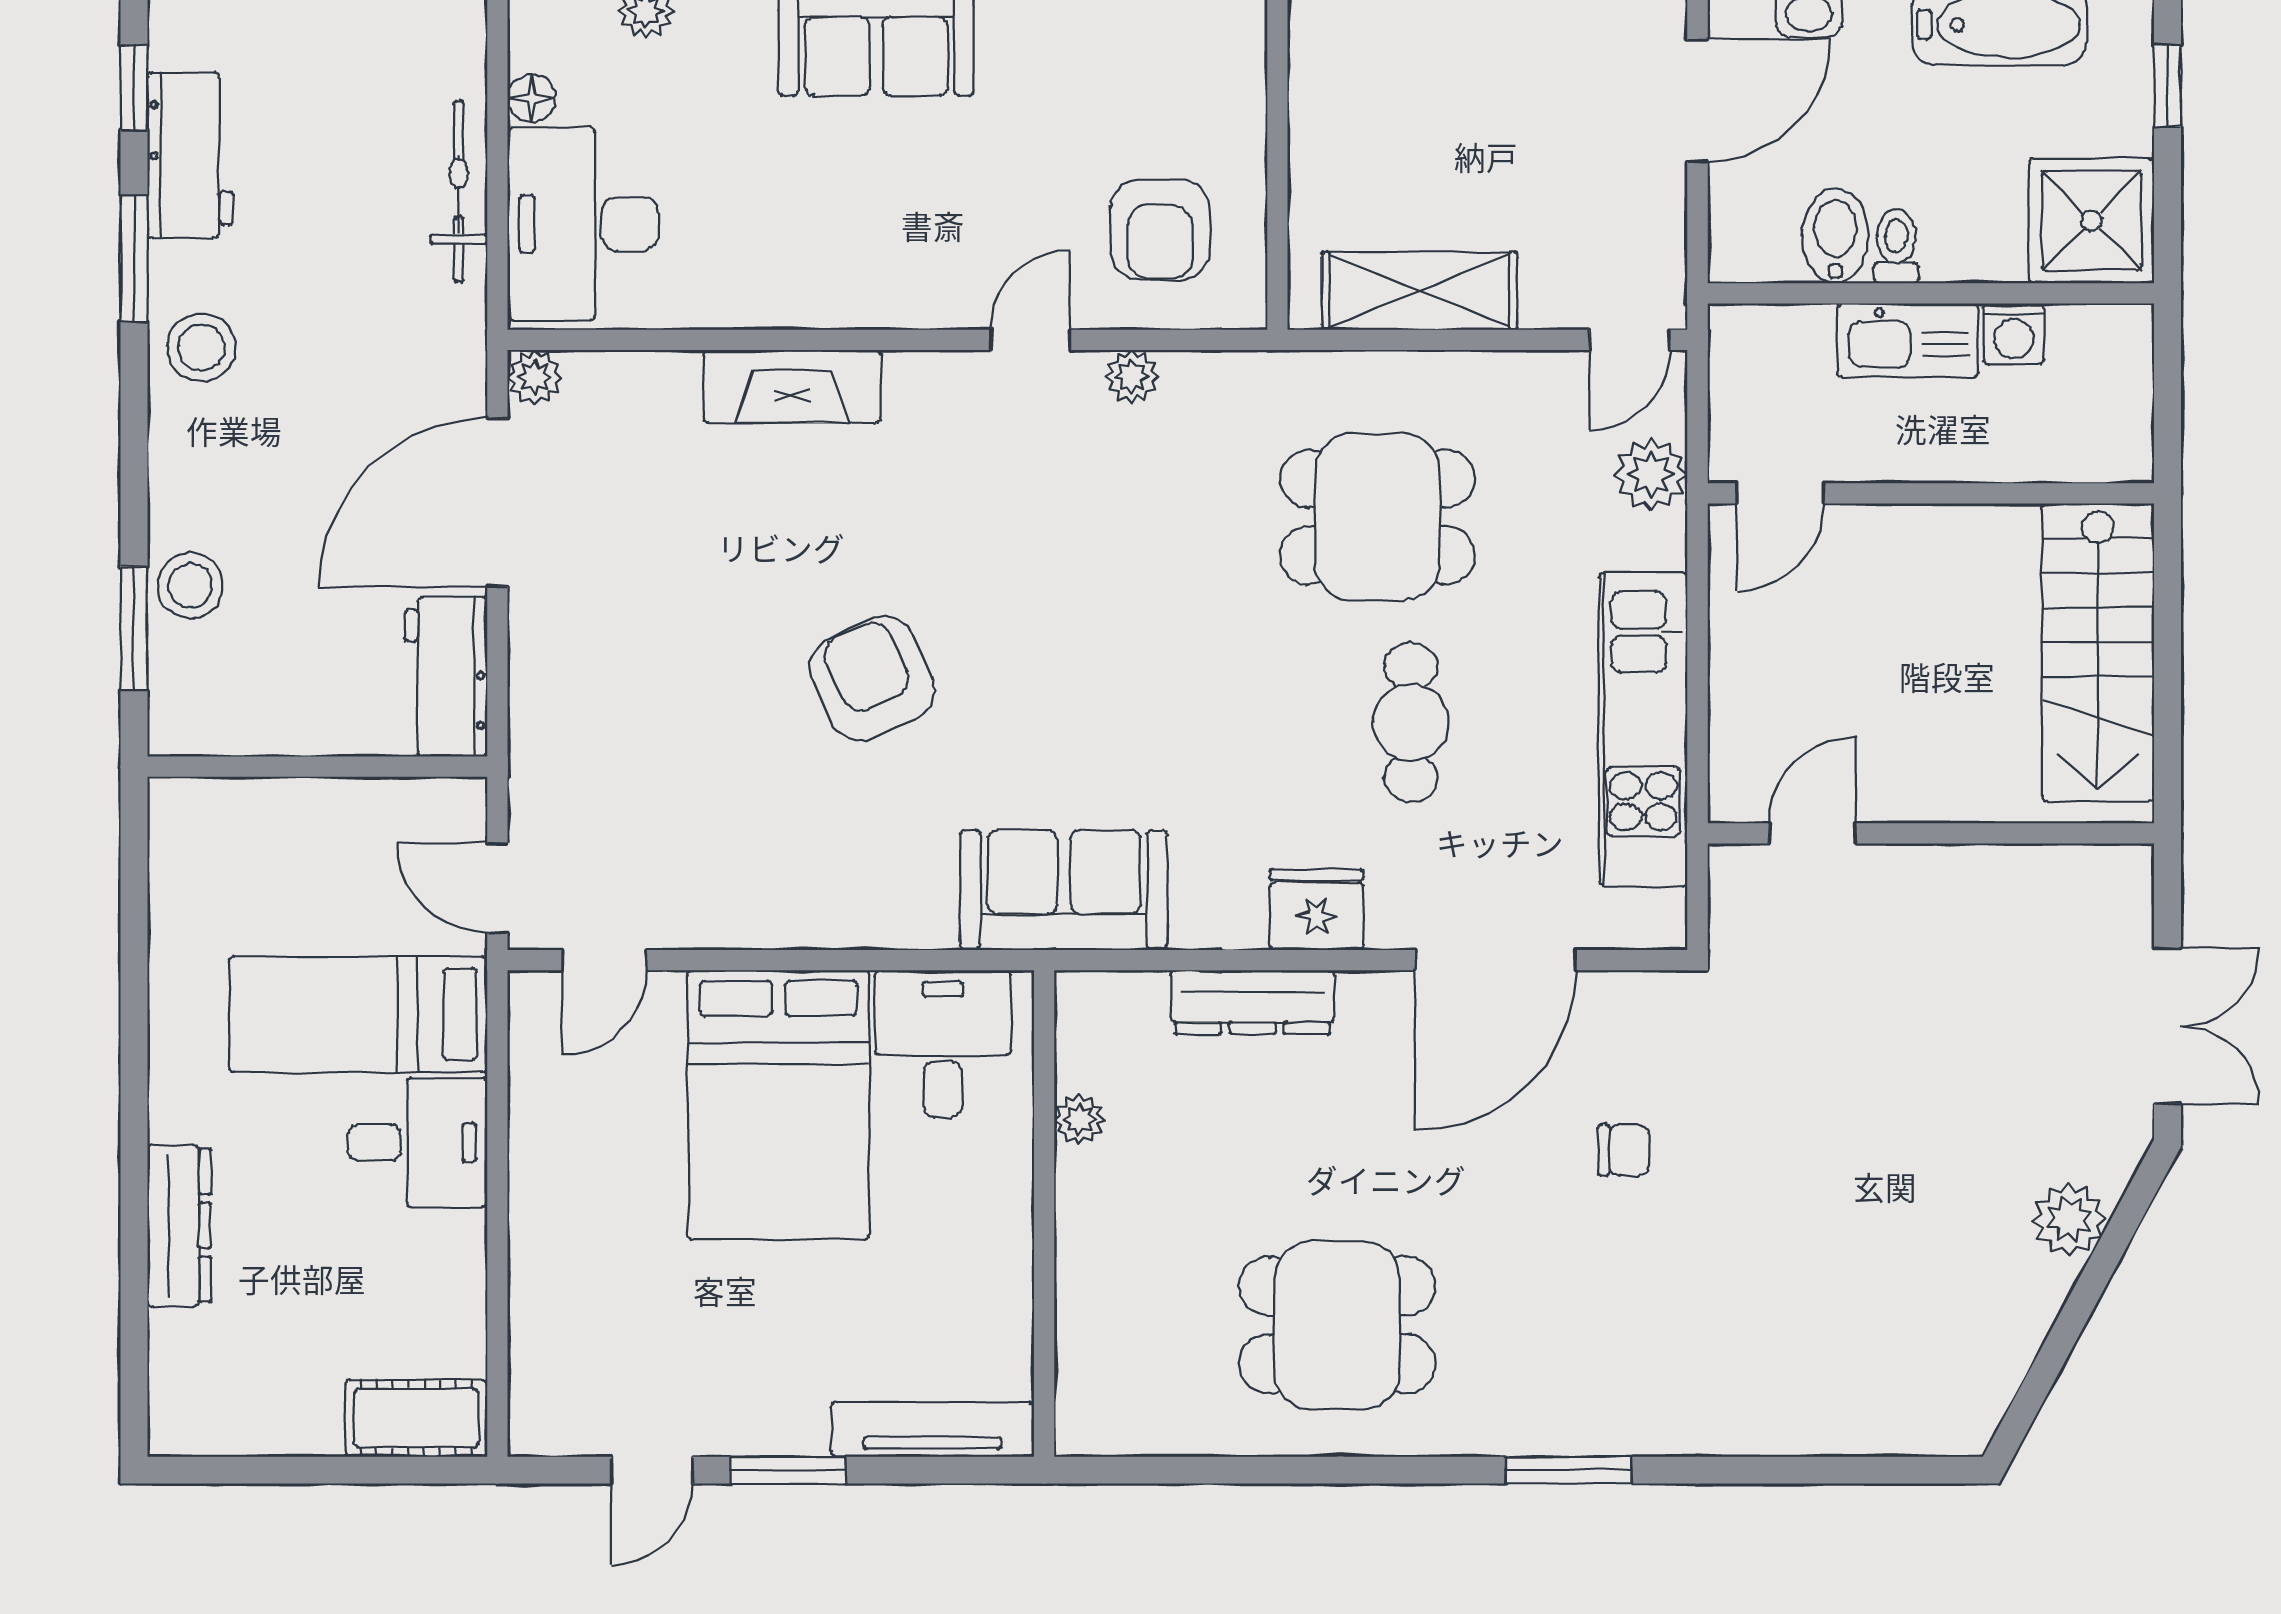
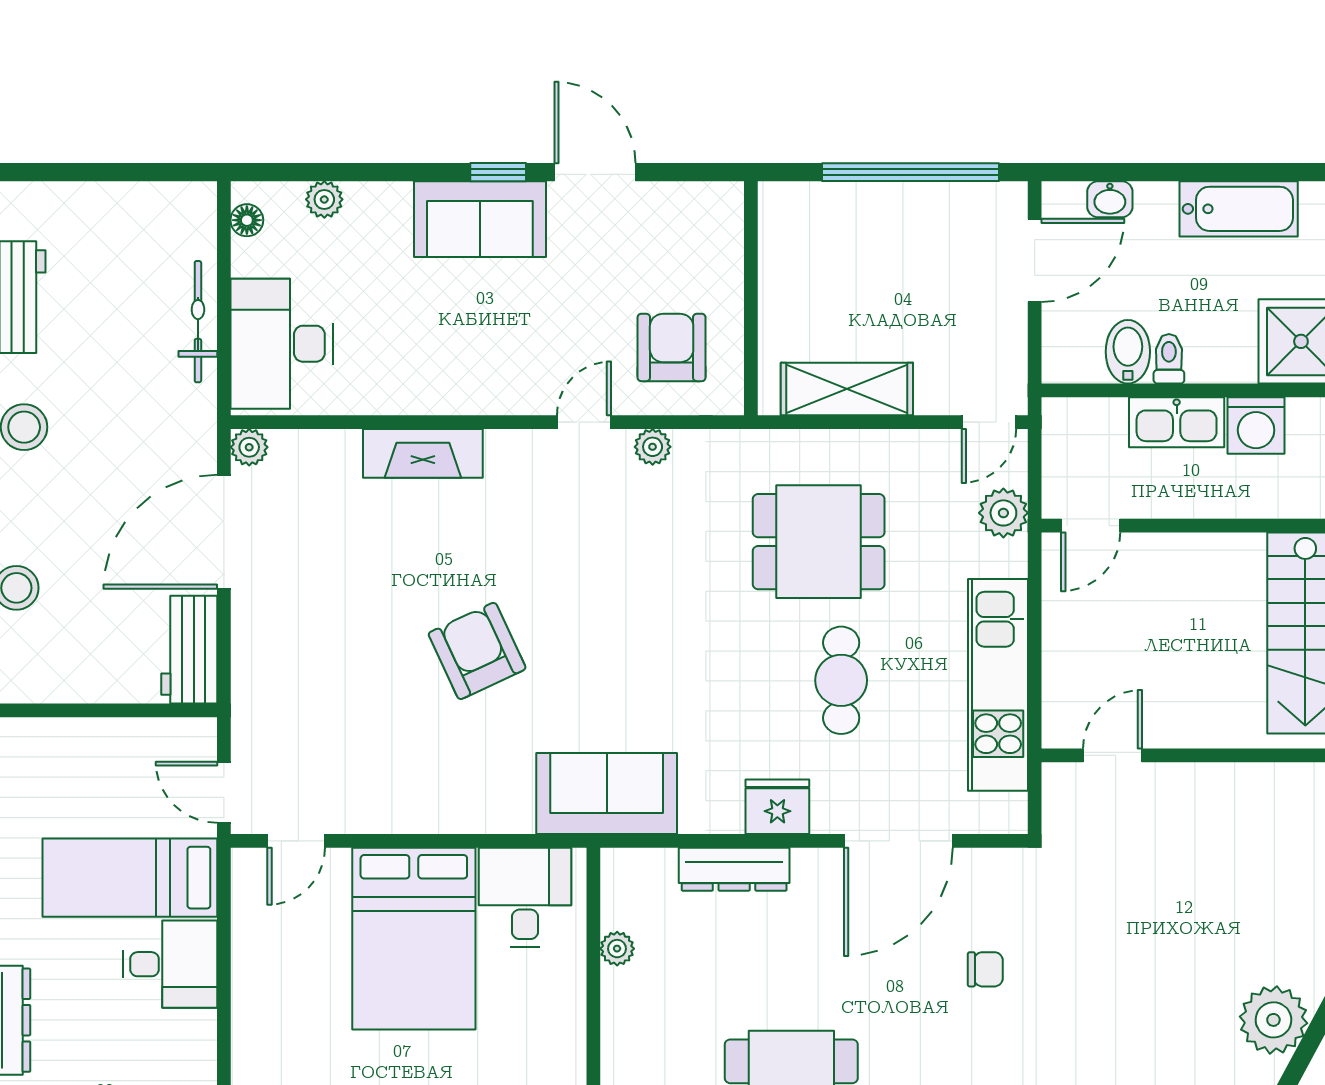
floor lamp: (531, 98) -> (247, 220), moved
armchair: (1160, 230) -> (672, 347), turned 180
washing machine: (2014, 334) -> (1256, 426), width x1.38, depth x1.38
plant: (2069, 1219) -> (1273, 1020), width x1.36, depth x1.36

